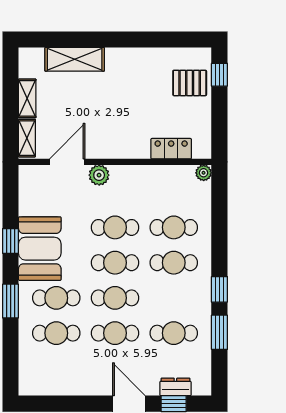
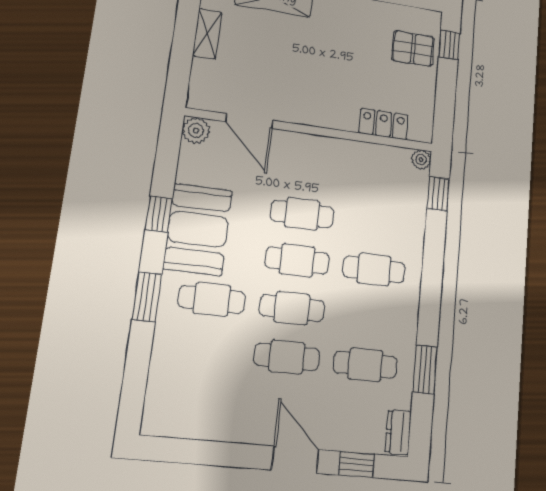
shelving: (27, 138) -> (200, 83), removed
door: (67, 162) -> (249, 121), swing flipped
plant: (99, 175) -> (196, 130), moved
cafe table: (174, 227) -> (378, 224), removed
window: (219, 289) -> (438, 194), moved
cafe table: (56, 333) -> (205, 349), removed
dresser: (175, 387) -> (398, 432), moved, turned -90

